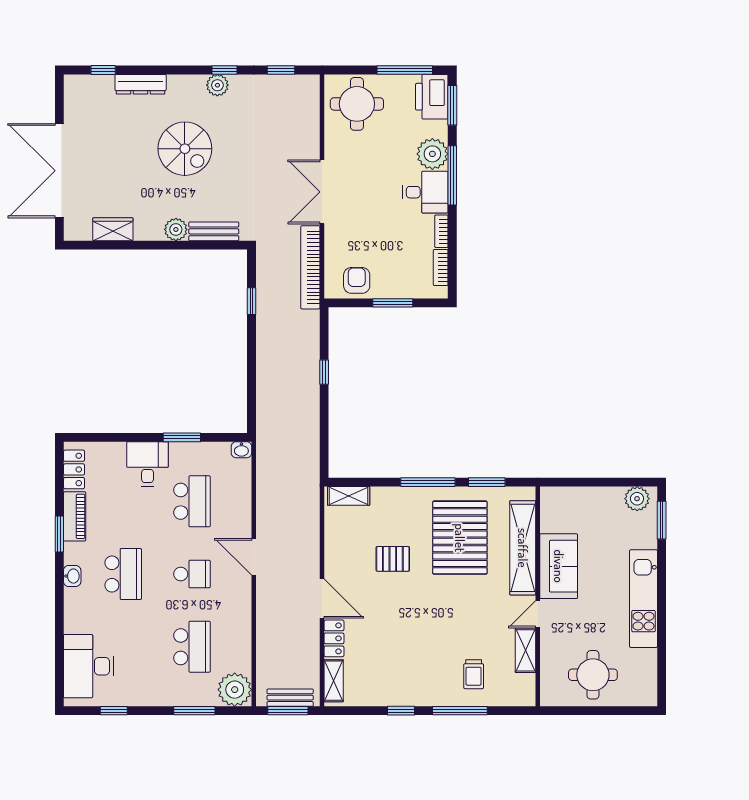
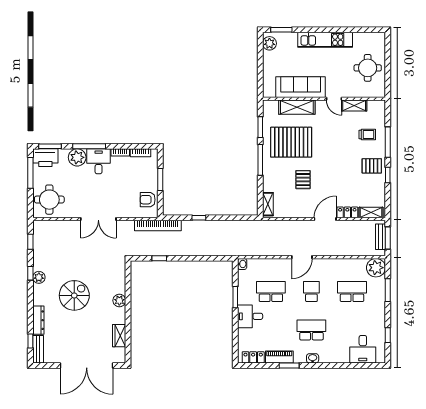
bench: (214, 231) -> (38, 349), moved
bookcase: (310, 267) -> (158, 225), moved
shelving: (523, 548) -> (297, 107), width x0.68
sofa: (559, 566) -> (301, 87), width x1.36
desk: (89, 666) -> (363, 349), width x0.73
pallet: (417, 682) -> (372, 166), added

